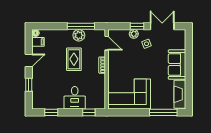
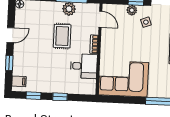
filing cabinet: (38, 42) -> (19, 81), moved
desk: (75, 98) -> (84, 66), moved, turned -90
window: (89, 112) -> (60, 97), moved

